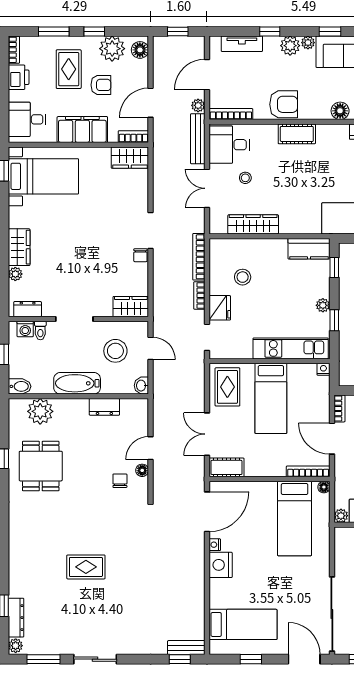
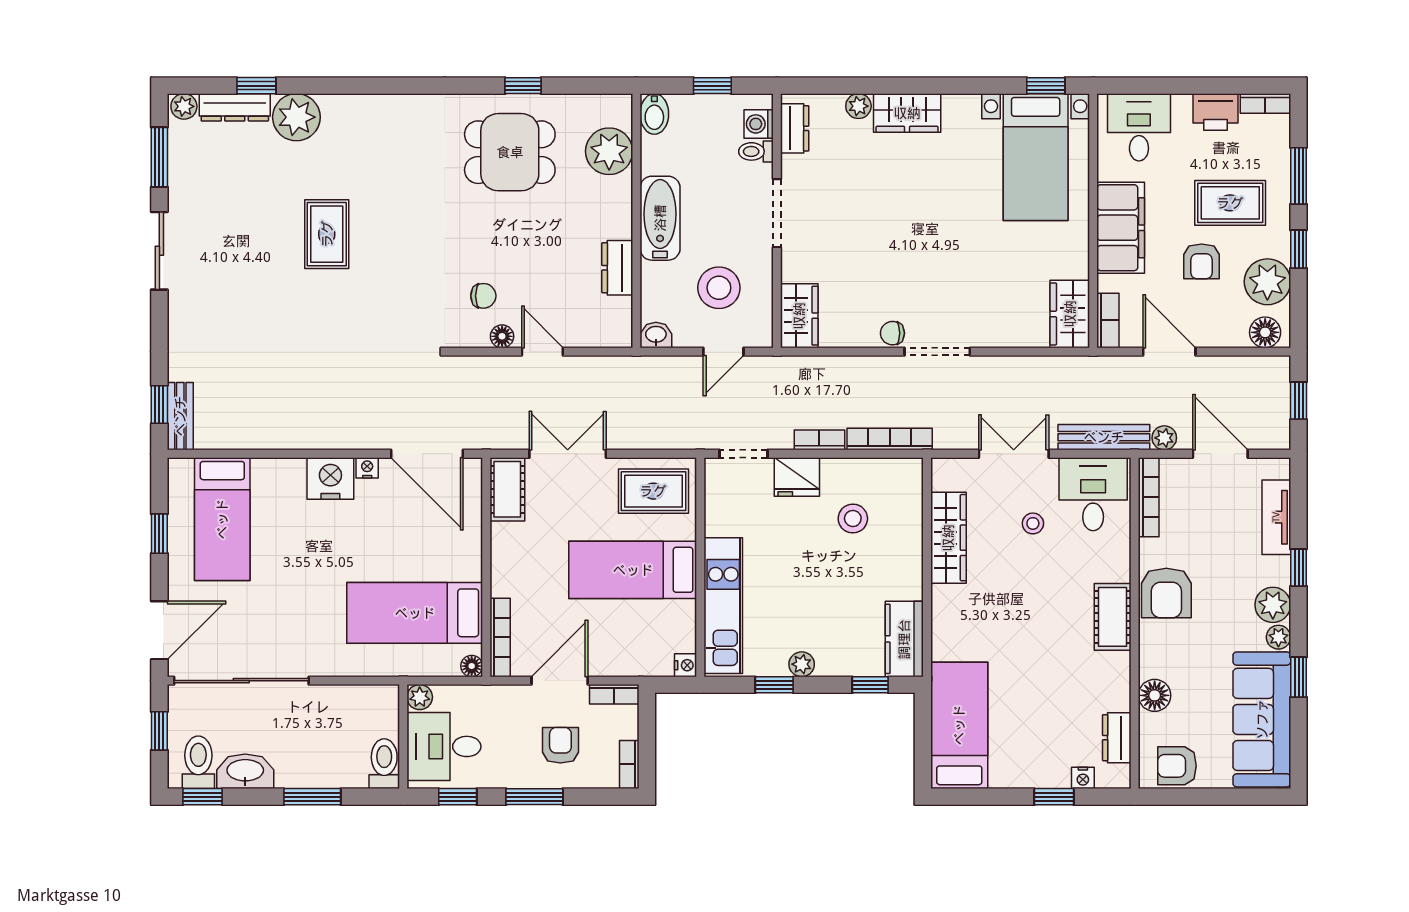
plant: (21, 584) -> (296, 117), added

